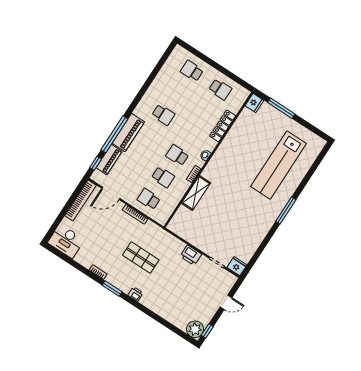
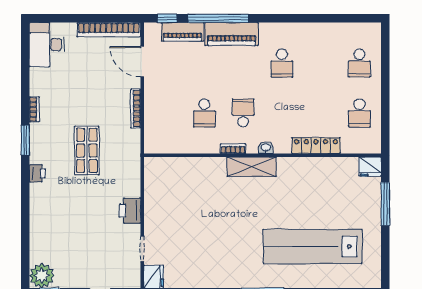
school desk: (192, 71) -> (359, 63), turned 180
shelving: (196, 193) -> (252, 167), moved
school desk: (149, 199) -> (166, 113), removed

